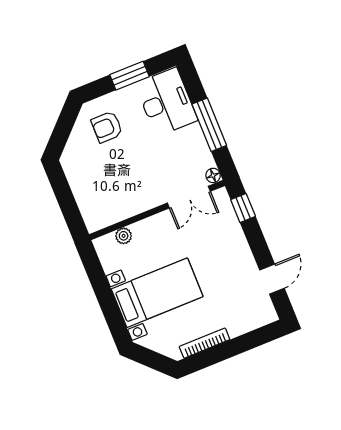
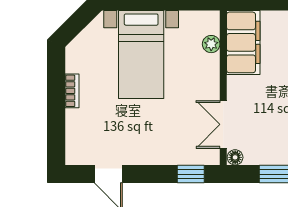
filing cabinet: (111, 209) -> (243, 42), added
bookcase: (205, 343) -> (72, 91), width x0.64

